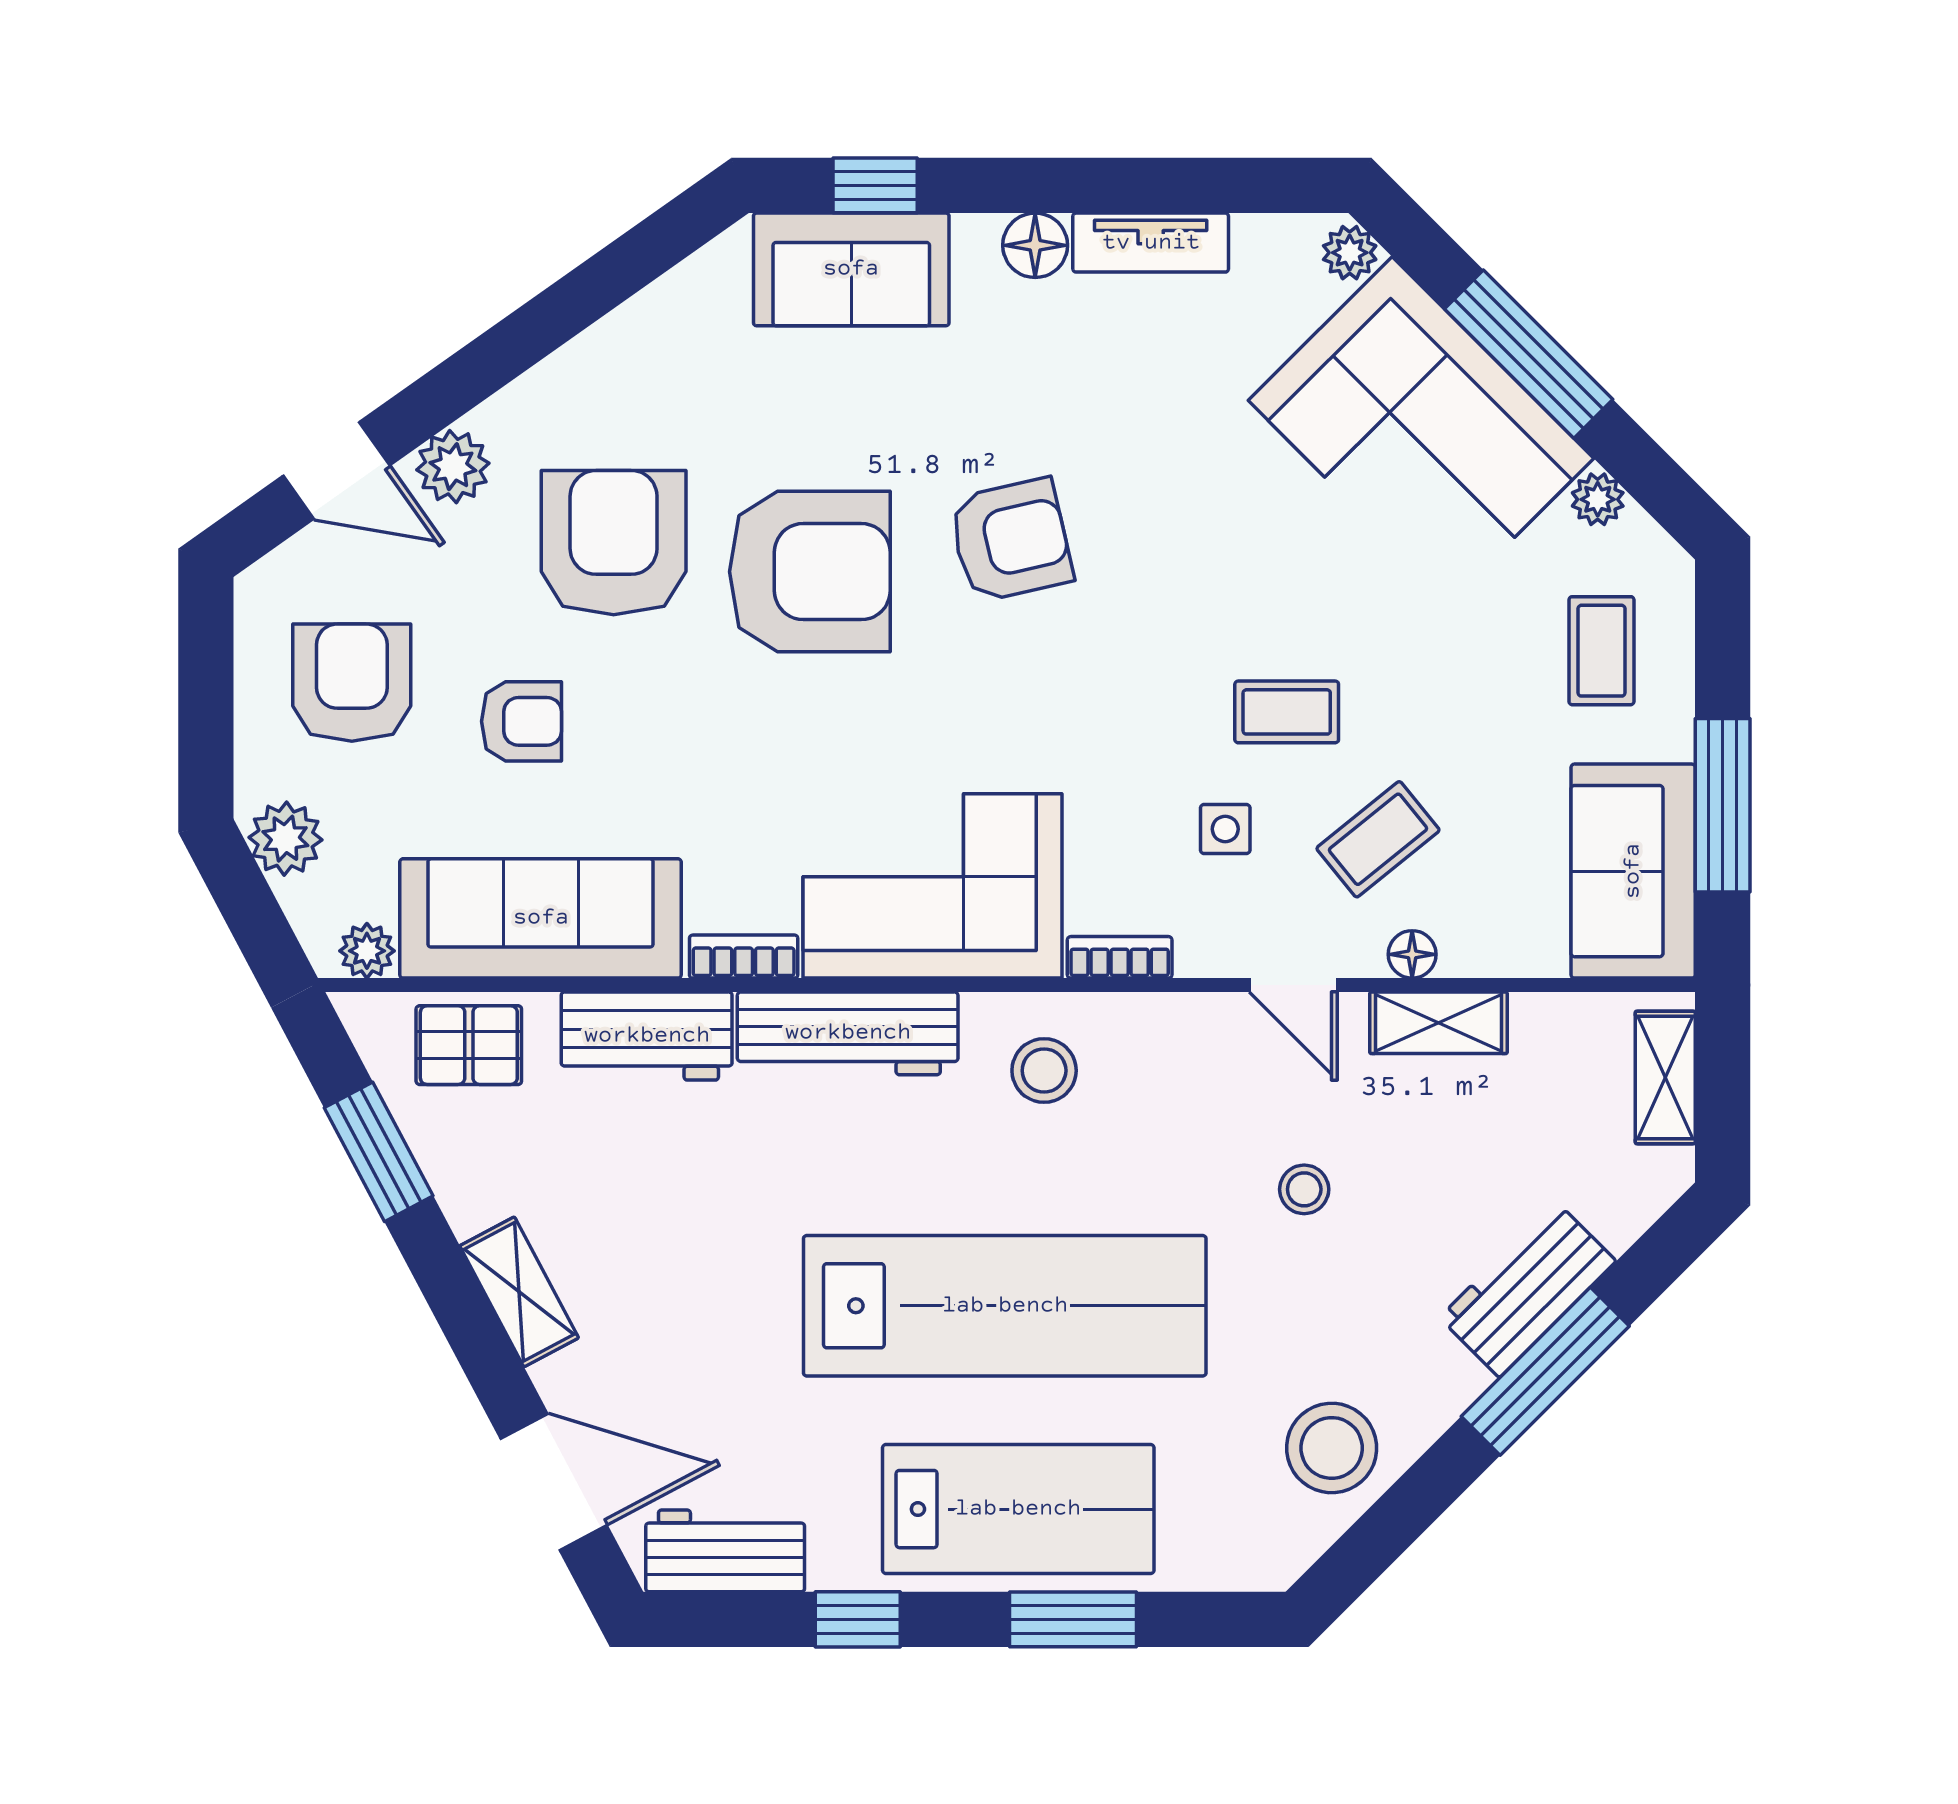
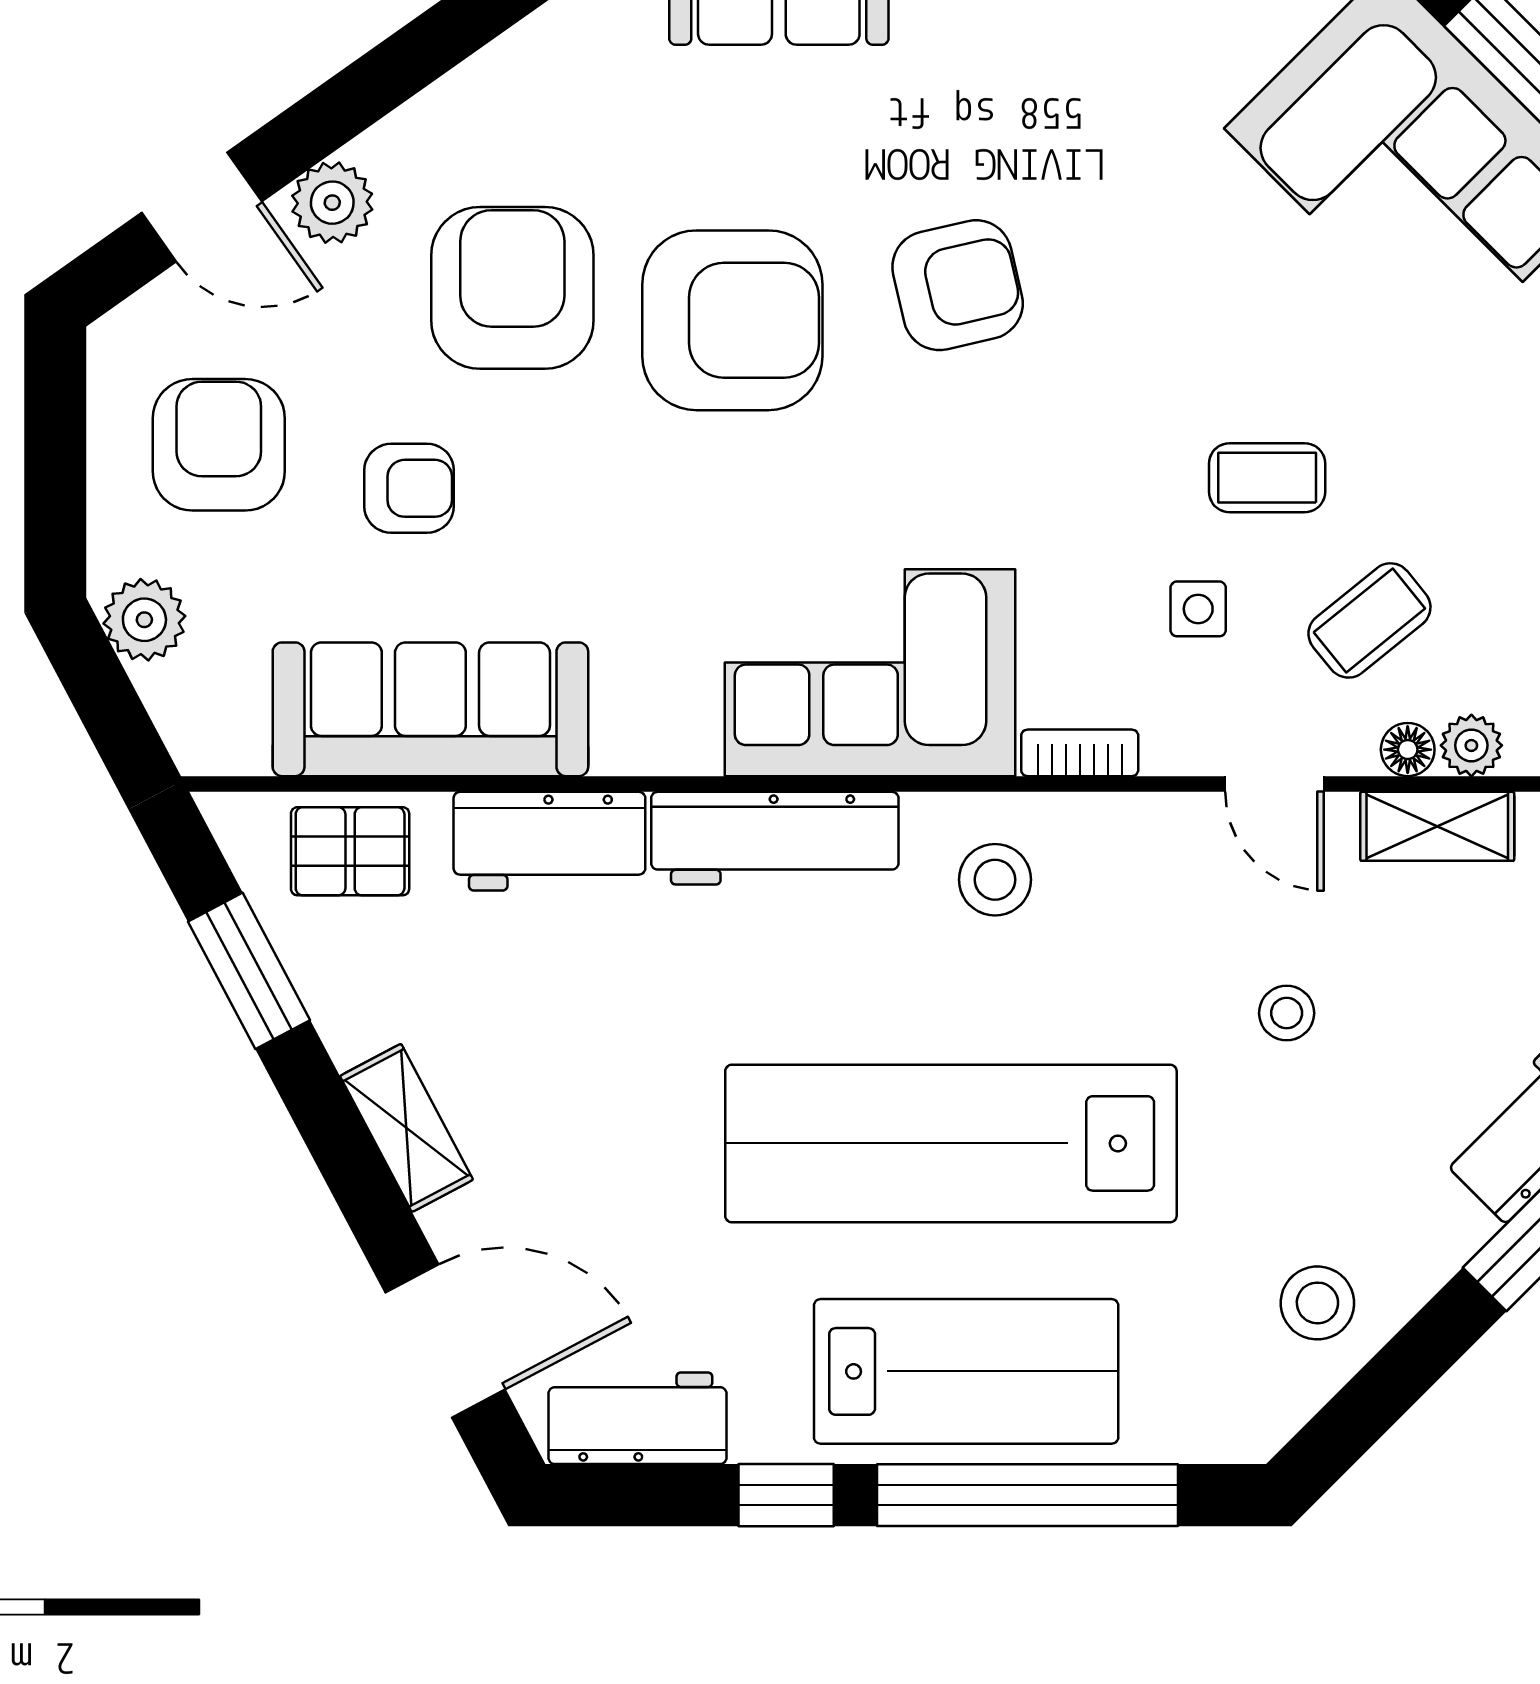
plant: (367, 951) -> (1471, 745), moved
bookcase: (744, 957) -> (658, 752), removed
lab bench: (1005, 1306) -> (951, 1143), turned 180
stool: (1332, 1448) -> (1317, 1303), width x0.73, depth x0.73
window: (1073, 1619) -> (1027, 1495), width x2.11

